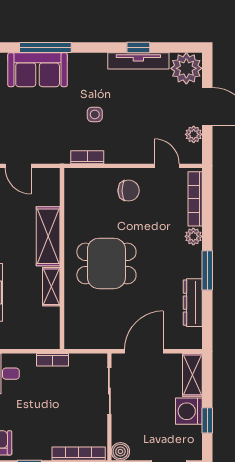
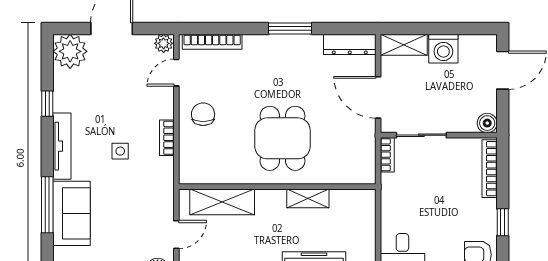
tv unit: (138, 61) -> (62, 146), moved
plant: (194, 134) -> (164, 43), moved
bookcase: (87, 157) -> (167, 138), moved
shelving: (48, 236) -> (222, 202), moved
plant: (193, 236) -> (253, 44), removed
dresser: (193, 303) -> (350, 44), moved
bookcase: (53, 360) -> (387, 155), moved
window: (207, 420) -> (453, 29), removed

